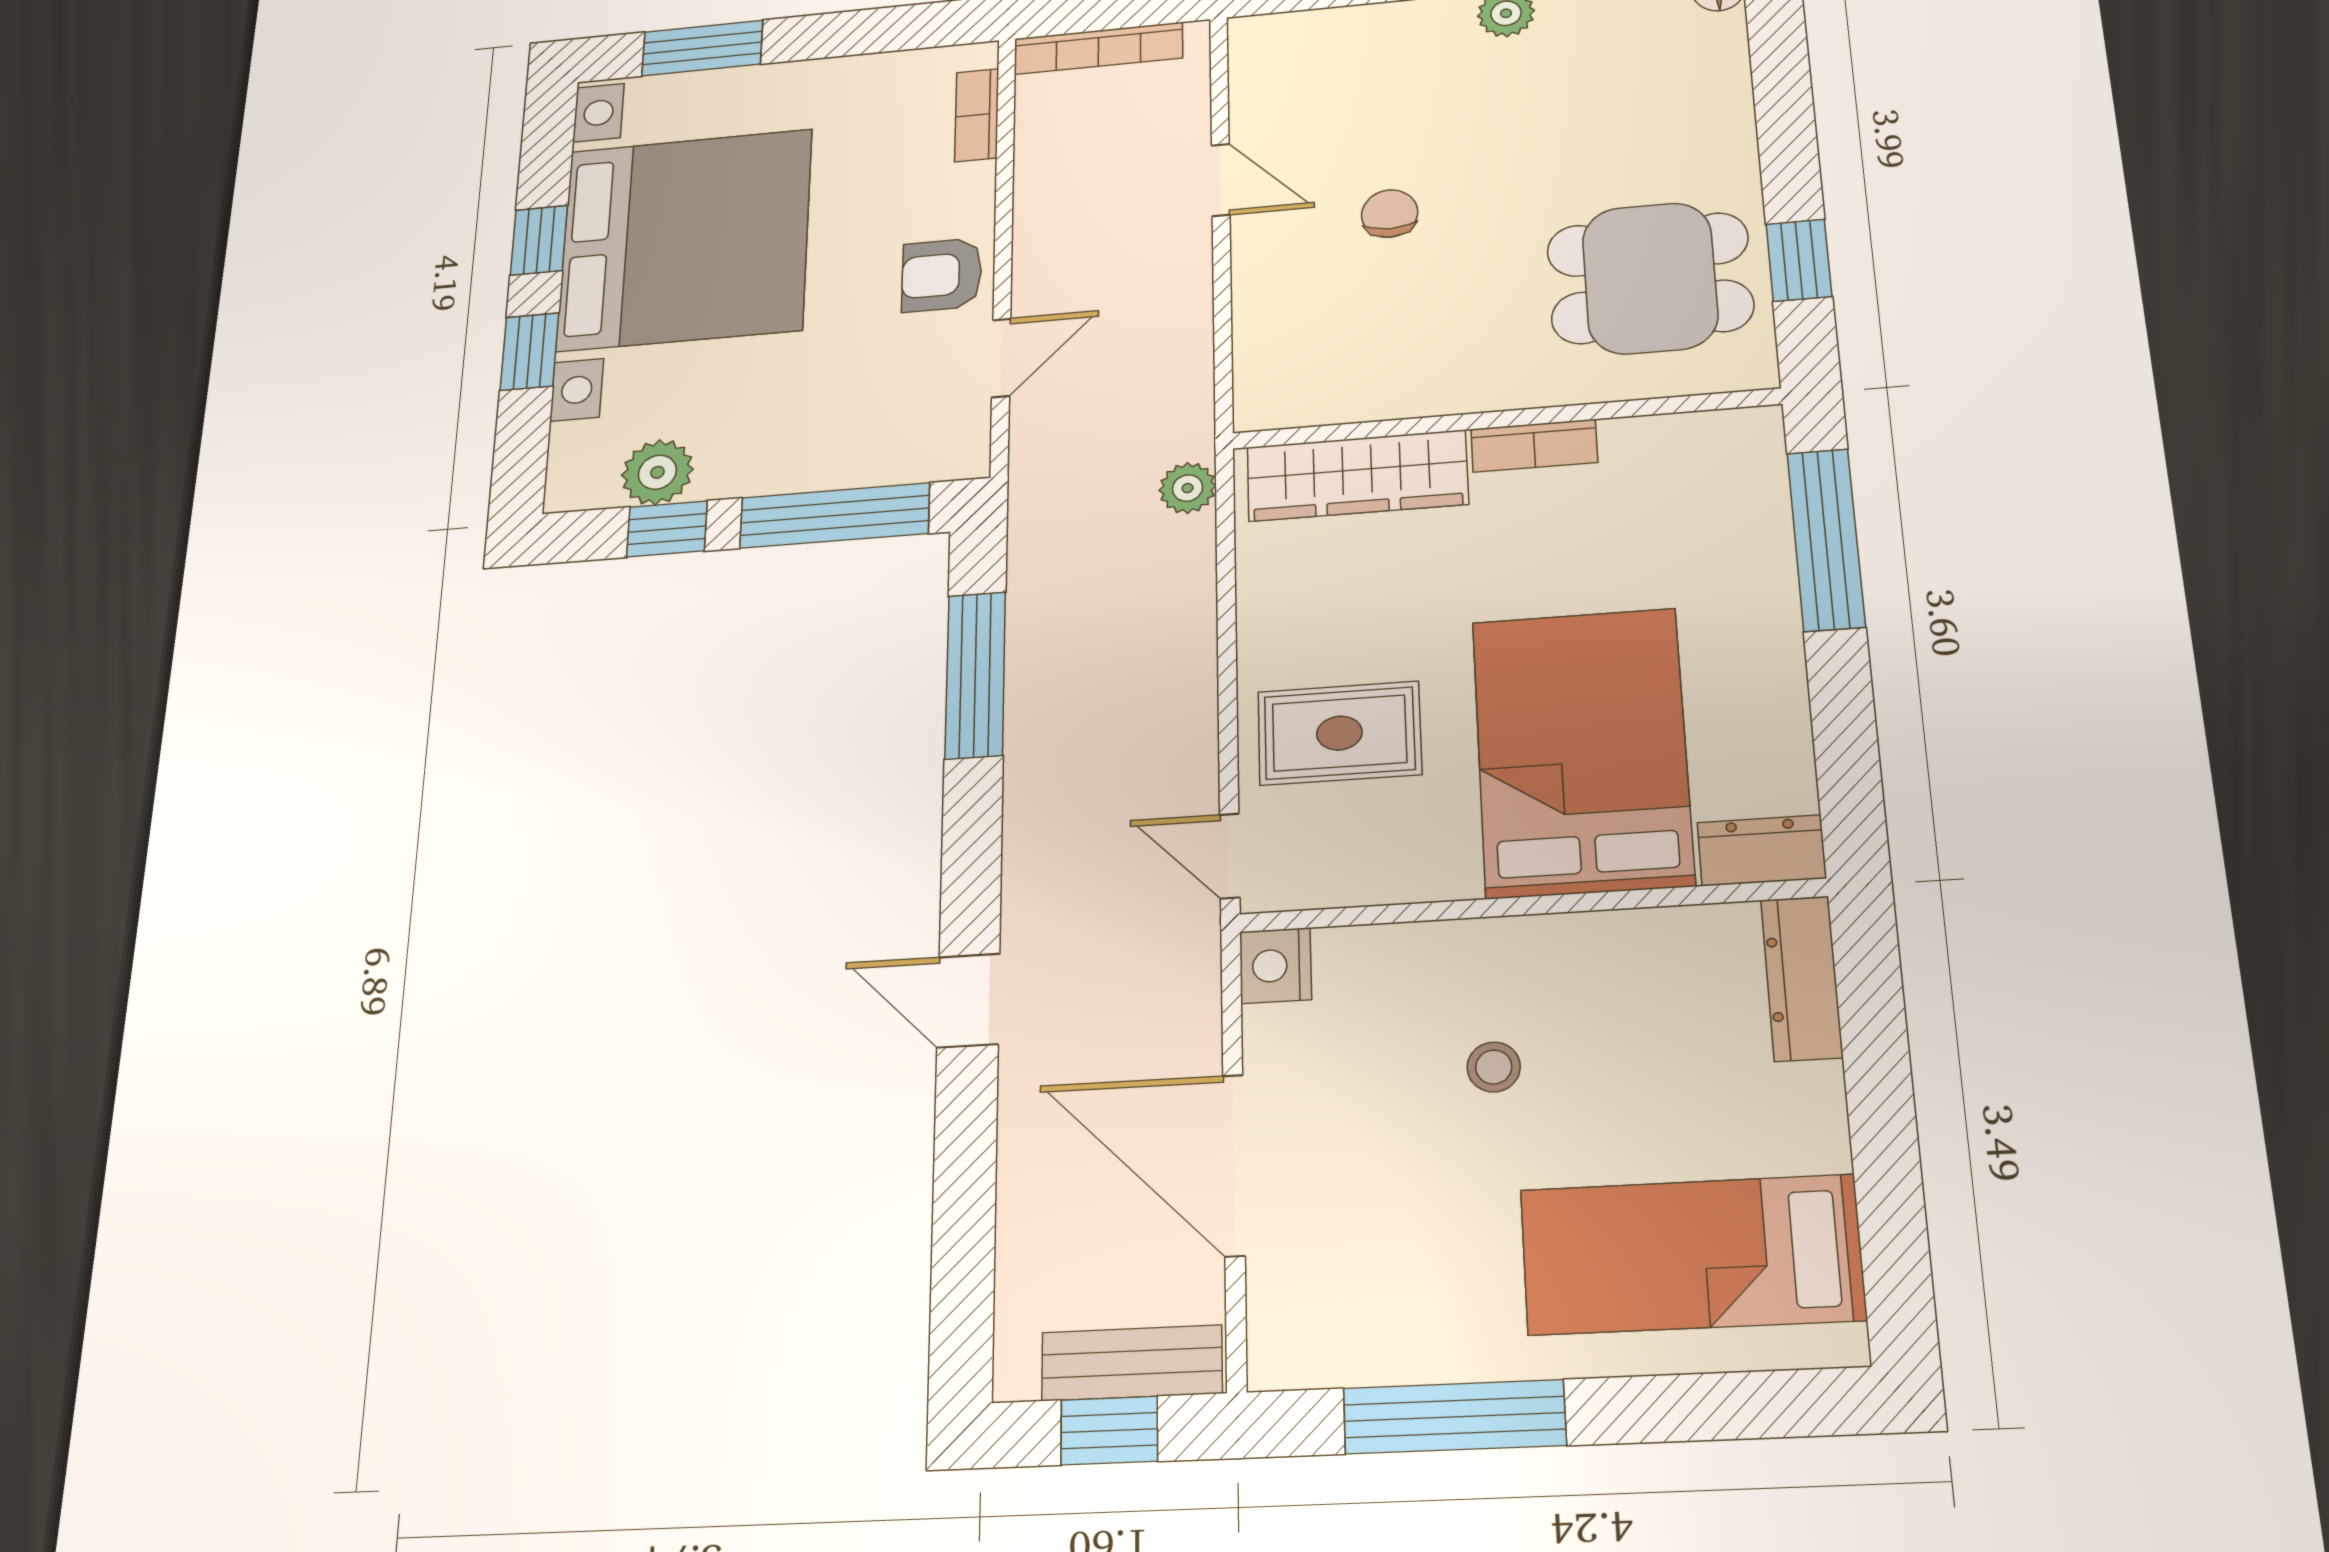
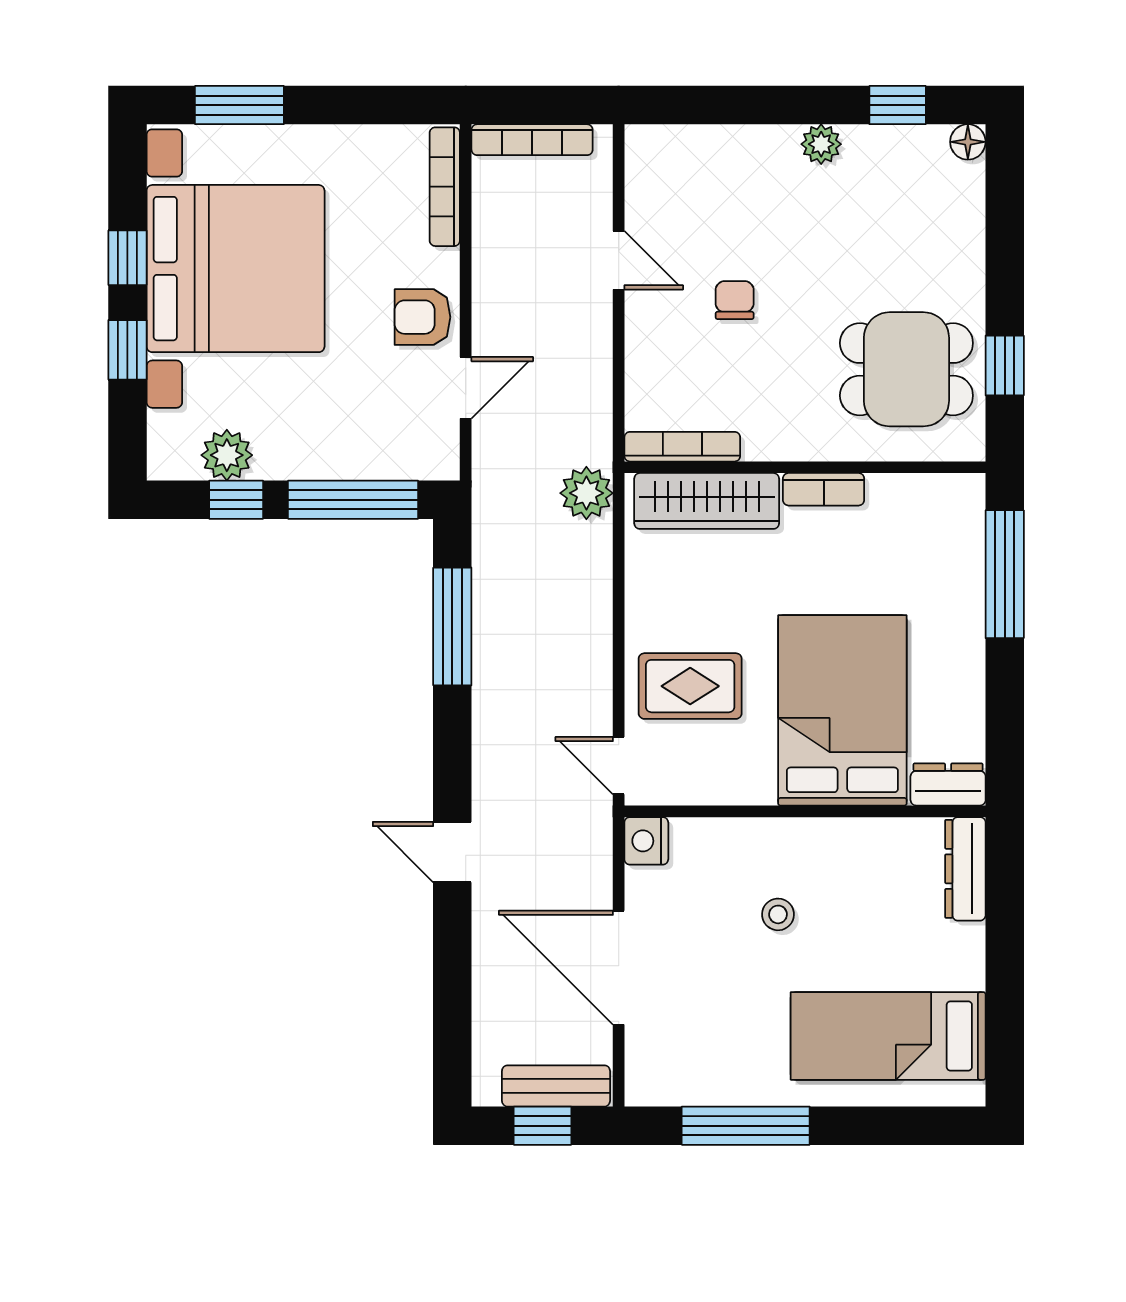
bookcase: (977, 115) -> (445, 187), width x1.56
bookcase: (1318, 407) -> (682, 447), added
plant: (1188, 488) -> (586, 493), width x1.38, depth x1.38

